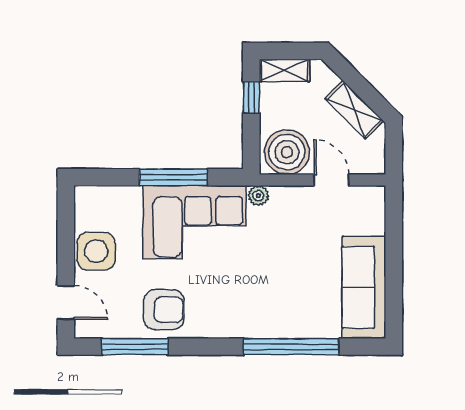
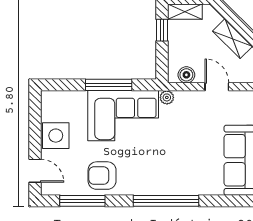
boiler: (287, 152) -> (186, 75), width x0.54, depth x0.54
armchair: (164, 310) -> (102, 176), turned 180
window: (291, 347) -> (166, 201), moved

